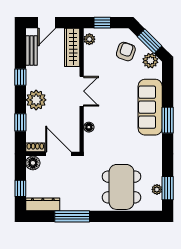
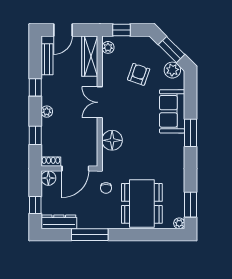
armchair: (126, 52) -> (139, 74), moved
double door: (82, 91) -> (100, 102), swing flipped
plant: (36, 100) -> (47, 112), width x0.53, depth x0.53
sofa: (150, 107) -> (172, 111), width x0.73
floor lamp: (89, 127) -> (112, 140), width x1.89, depth x1.89
door: (58, 154) -> (75, 169), swing flipped
chair: (87, 172) -> (106, 188), added
plant: (157, 189) -> (179, 223), moved

